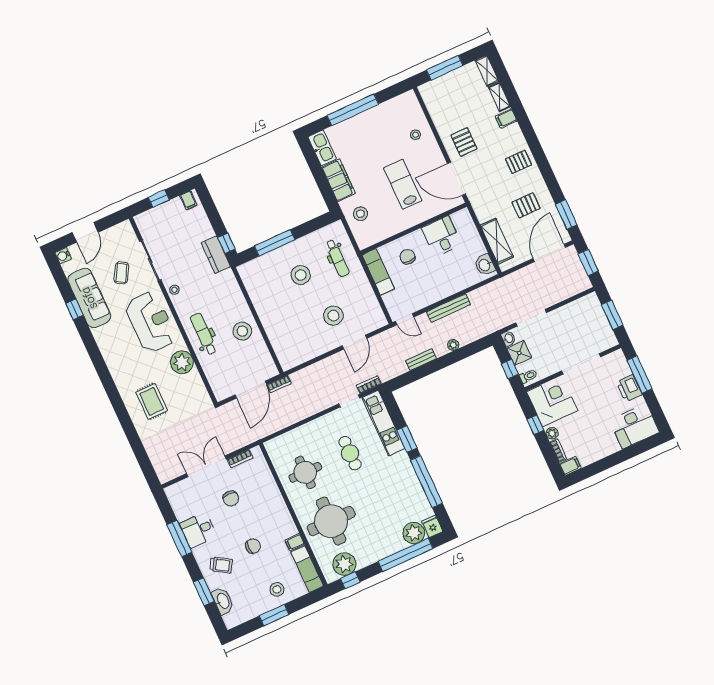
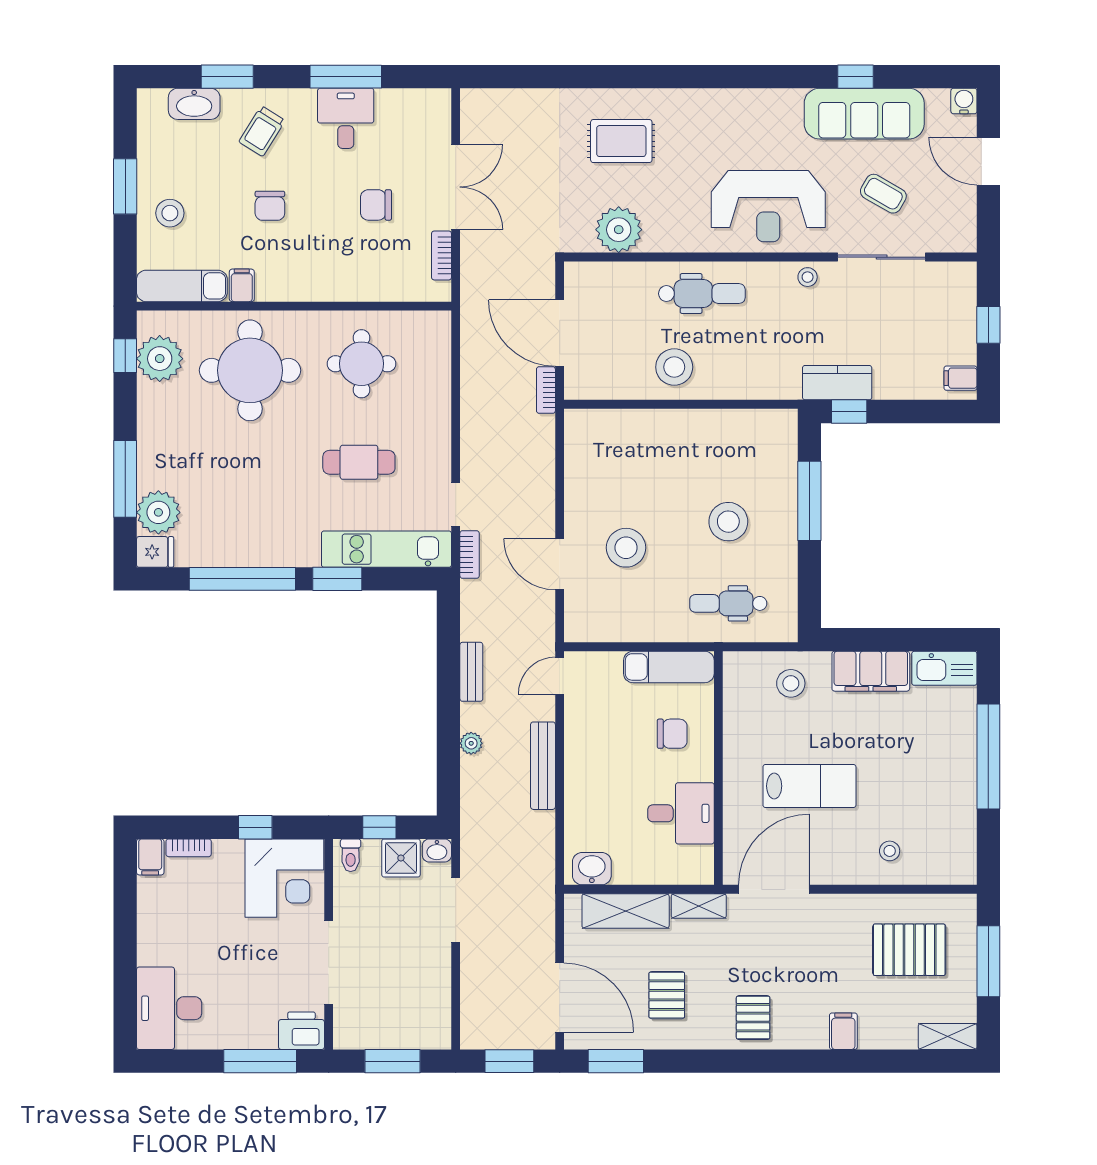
shelving: (499, 97) -> (699, 906), moved
pallet: (464, 142) -> (909, 950), moved, width x1.50, depth x1.42
plant: (182, 362) -> (619, 230), moved
printer: (629, 388) -> (301, 1031), moved
plant: (552, 433) -> (225, 851), removed
window: (406, 555) -> (125, 479), width x0.68

